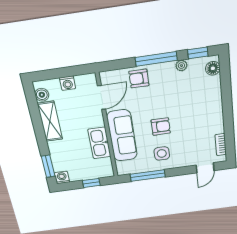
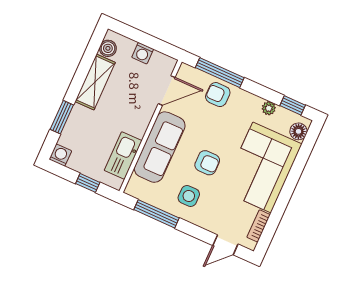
window: (156, 59) -> (220, 73), moved
corner sofa: (201, 107) -> (262, 167), added
kitchen sink: (99, 143) -> (123, 156), moved
window: (48, 166) -> (62, 117), moved

